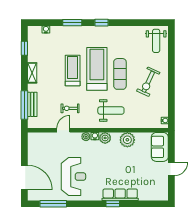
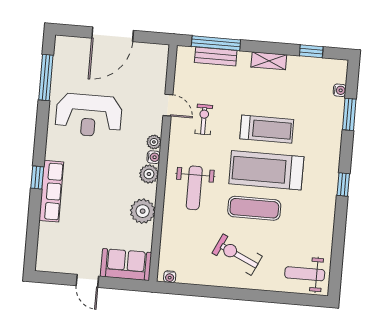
window: (72, 23) -> (349, 114), moved
treadmill: (97, 69) -> (266, 170), turned 180
door: (24, 177) -> (113, 34), moved

